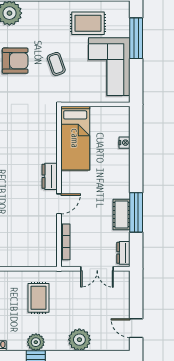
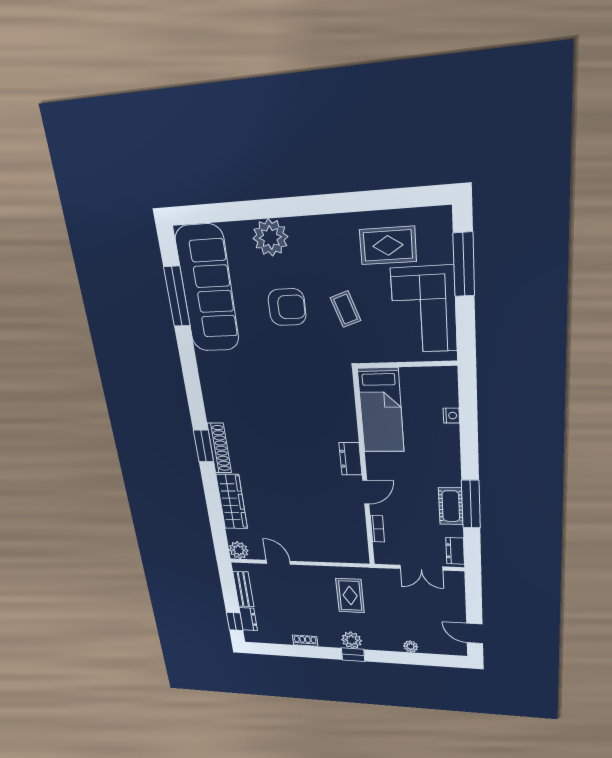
bookcase: (65, 242) -> (377, 529), width x0.64
plant: (79, 340) -> (411, 646), width x0.53, depth x0.53

